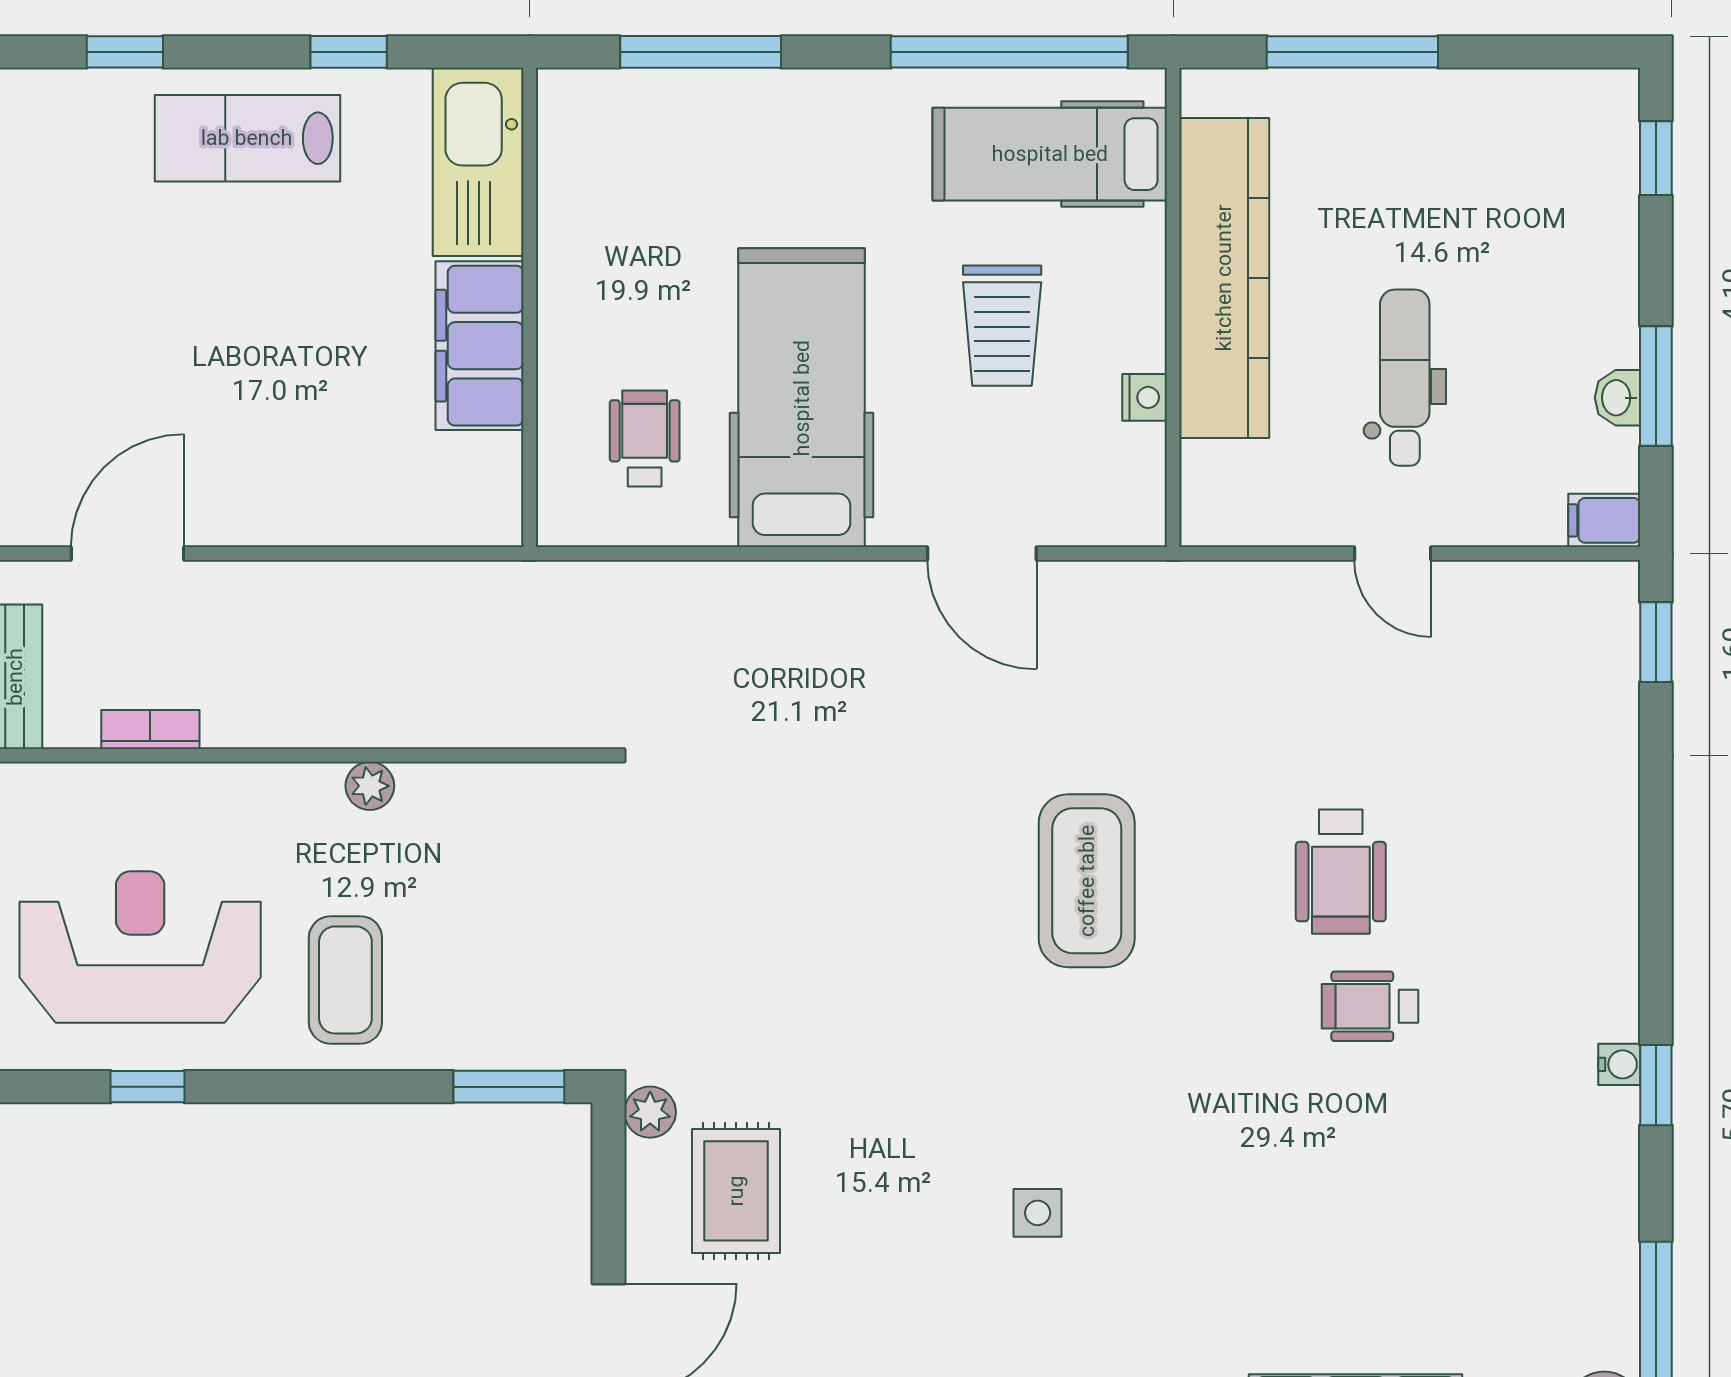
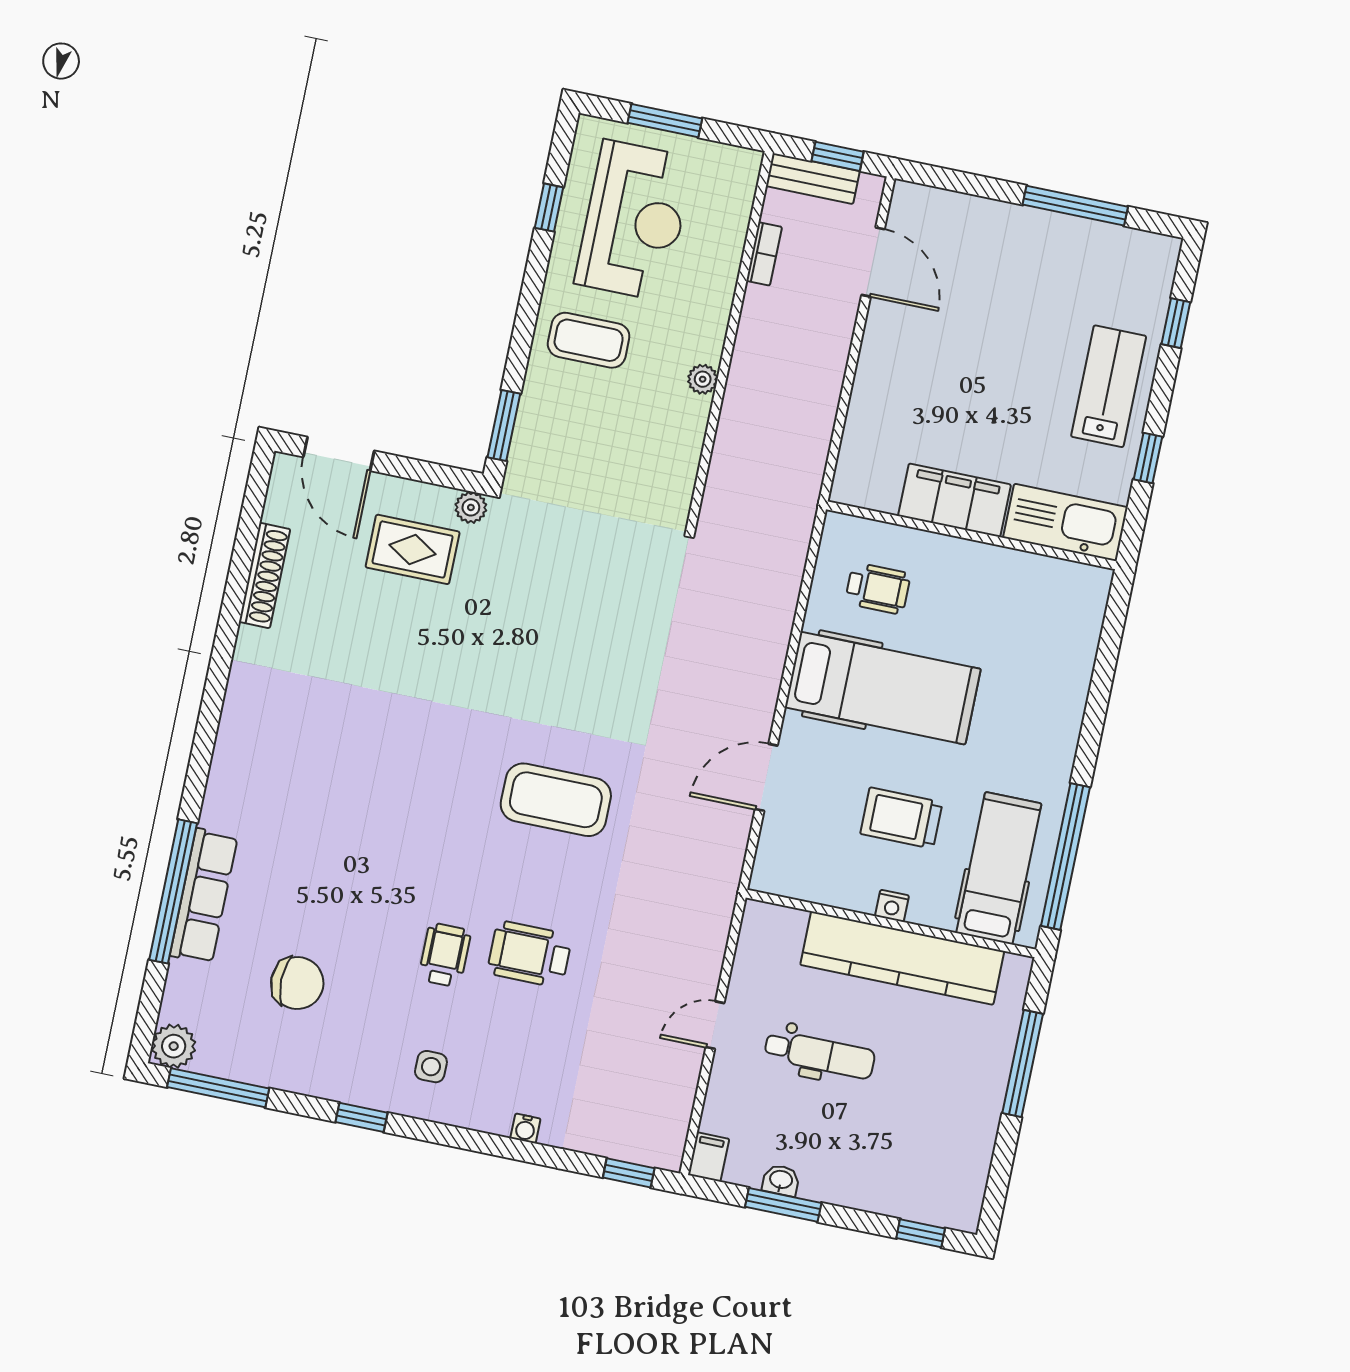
window: (701, 52) -> (1104, 670), removed
nightstand: (1145, 397) -> (892, 906), moved
water cooler: (1619, 1064) -> (525, 1128), moved
side table: (1038, 1213) -> (431, 1067), moved
chair: (1463, 1232) -> (297, 983), added

